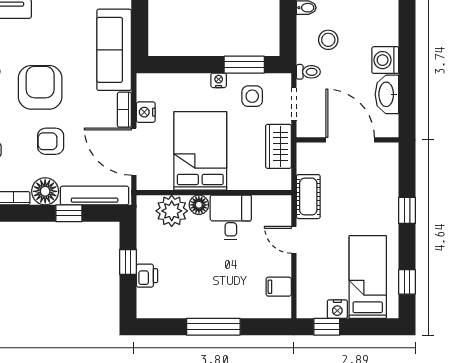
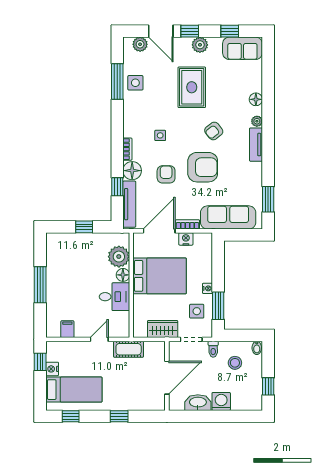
printer: (147, 276) -> (75, 240), removed

